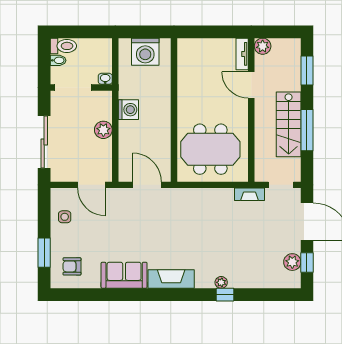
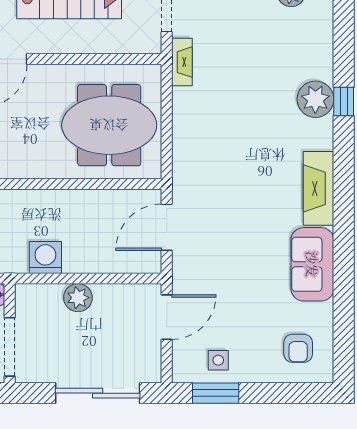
meeting table: (210, 149) -> (109, 125), turned 90
window: (44, 253) -> (216, 393), moved
plant: (221, 282) -> (315, 99), width x1.88, depth x1.88

